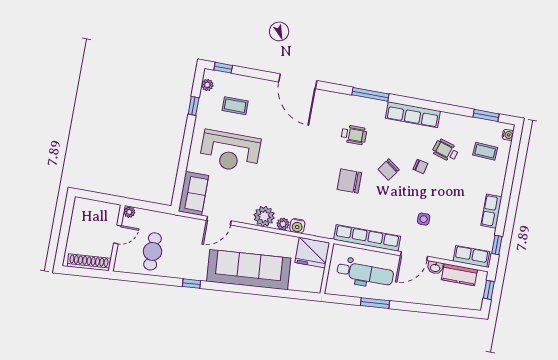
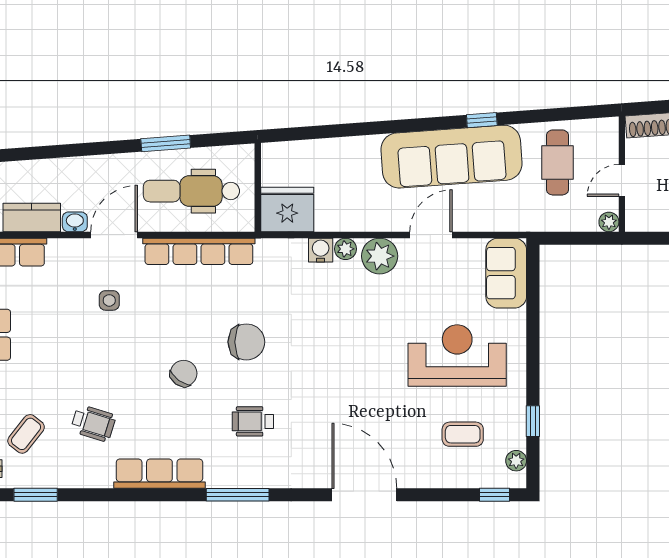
coffee table: (485, 151) -> (26, 434), turned -55
chair: (420, 166) -> (131, 388), removed
door: (219, 221) -> (431, 235), moved
sofa: (249, 270) -> (452, 157), moved

